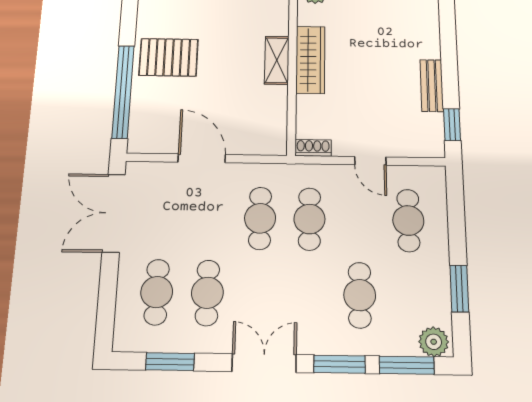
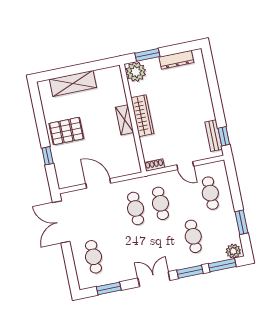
bench: (432, 86) -> (214, 136), moved
window: (123, 92) -> (48, 156), width x0.32
cafe table: (207, 293) -> (118, 252), removed

